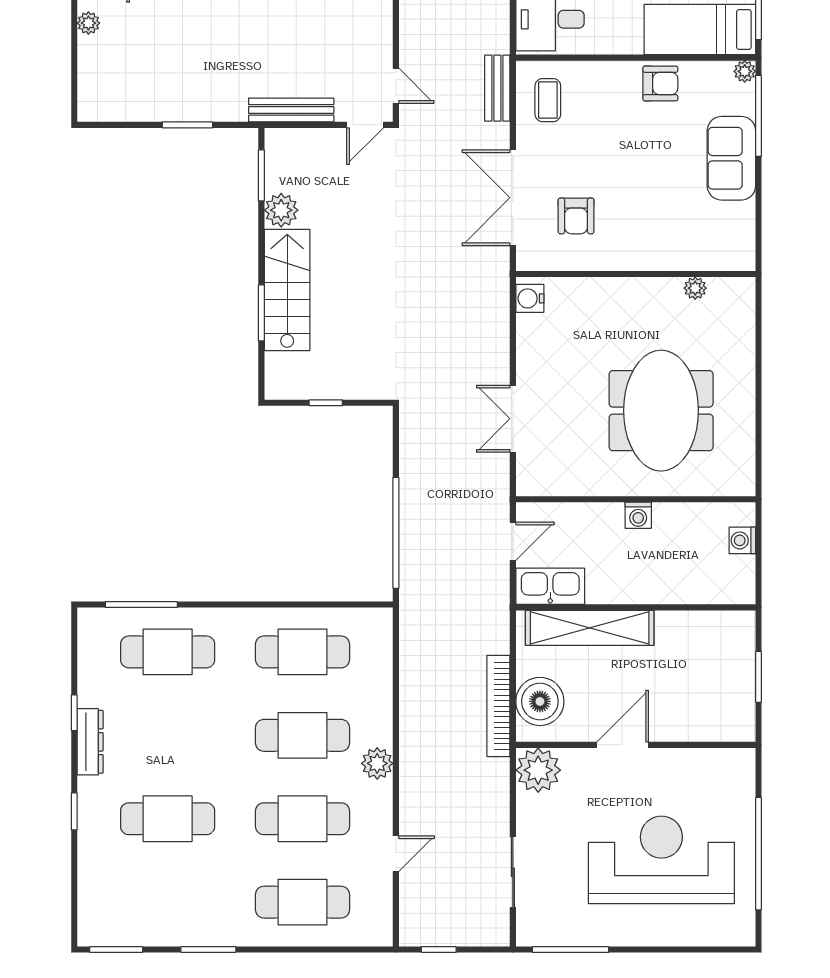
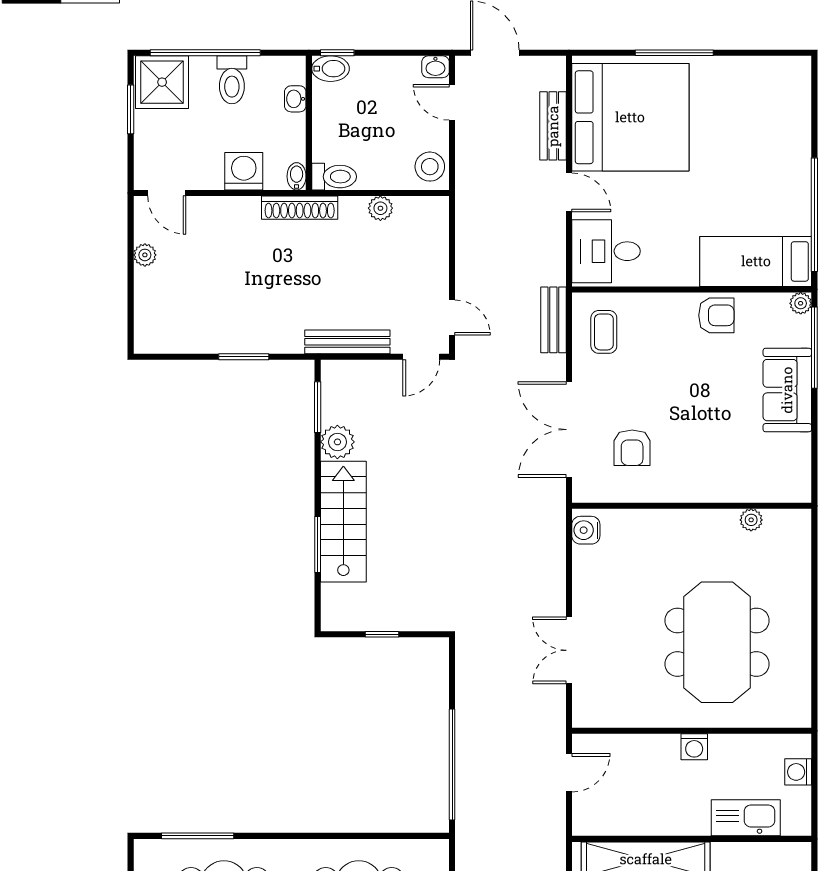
kitchen sink: (550, 586) -> (746, 818), moved

